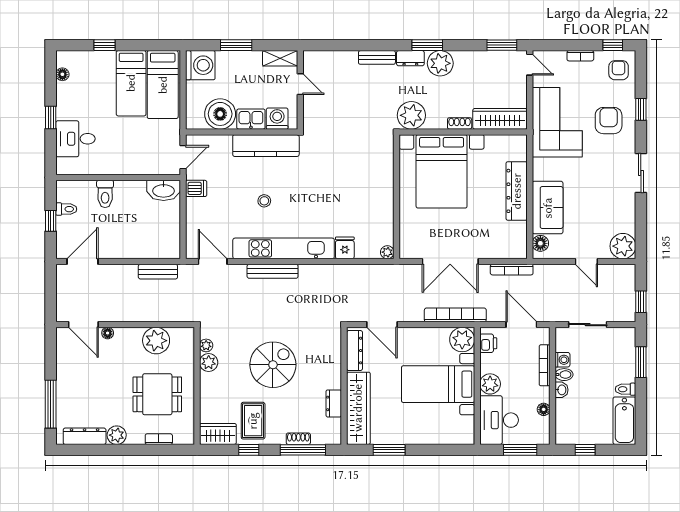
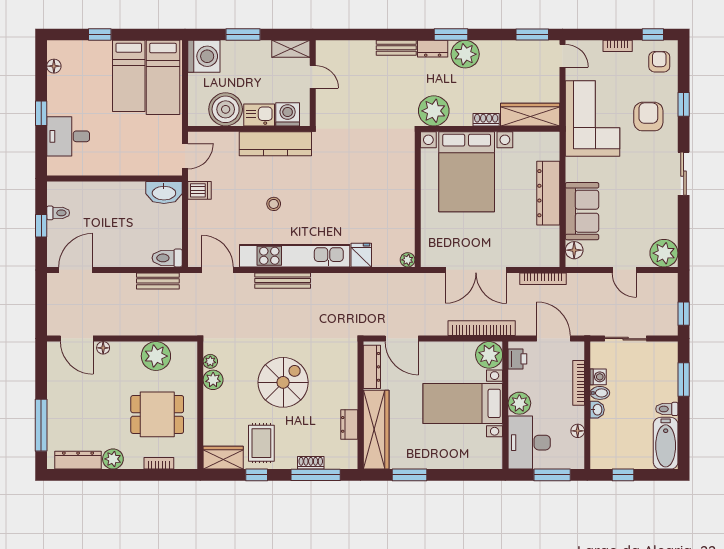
toilet: (105, 194) -> (167, 258), moved, turned 90

